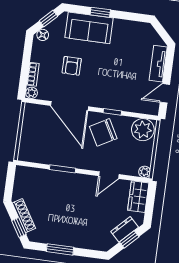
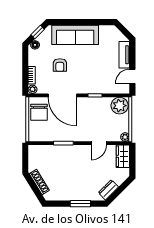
window: (100, 12) -> (76, 22), removed
sofa: (89, 28) -> (75, 35), width x1.36
chair: (103, 132) -> (39, 112), moved, turned -61
window: (19, 227) -> (37, 191), removed
dresser: (125, 229) -> (108, 190), moved
window: (129, 239) -> (120, 189), removed
window: (60, 249) -> (80, 204), moved

